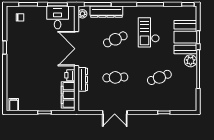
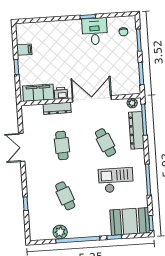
desk: (58, 17) -> (95, 31), moved, turned -90
booth: (185, 37) -> (130, 221), moved
plant: (191, 61) -> (60, 232), moved
filing cabinet: (14, 105) -> (24, 50), moved

